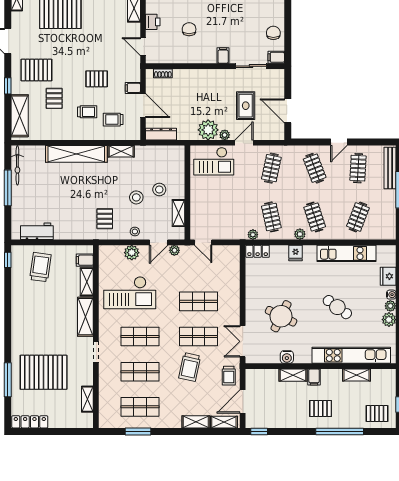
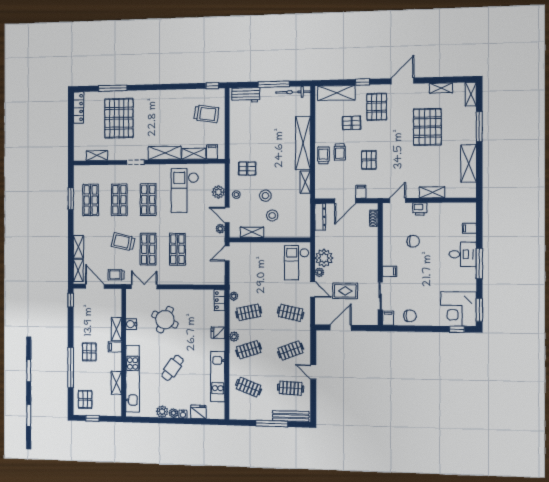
trolley: (113, 120) -> (323, 155), moved
workbench: (37, 231) -> (246, 95), moved, turned 90

